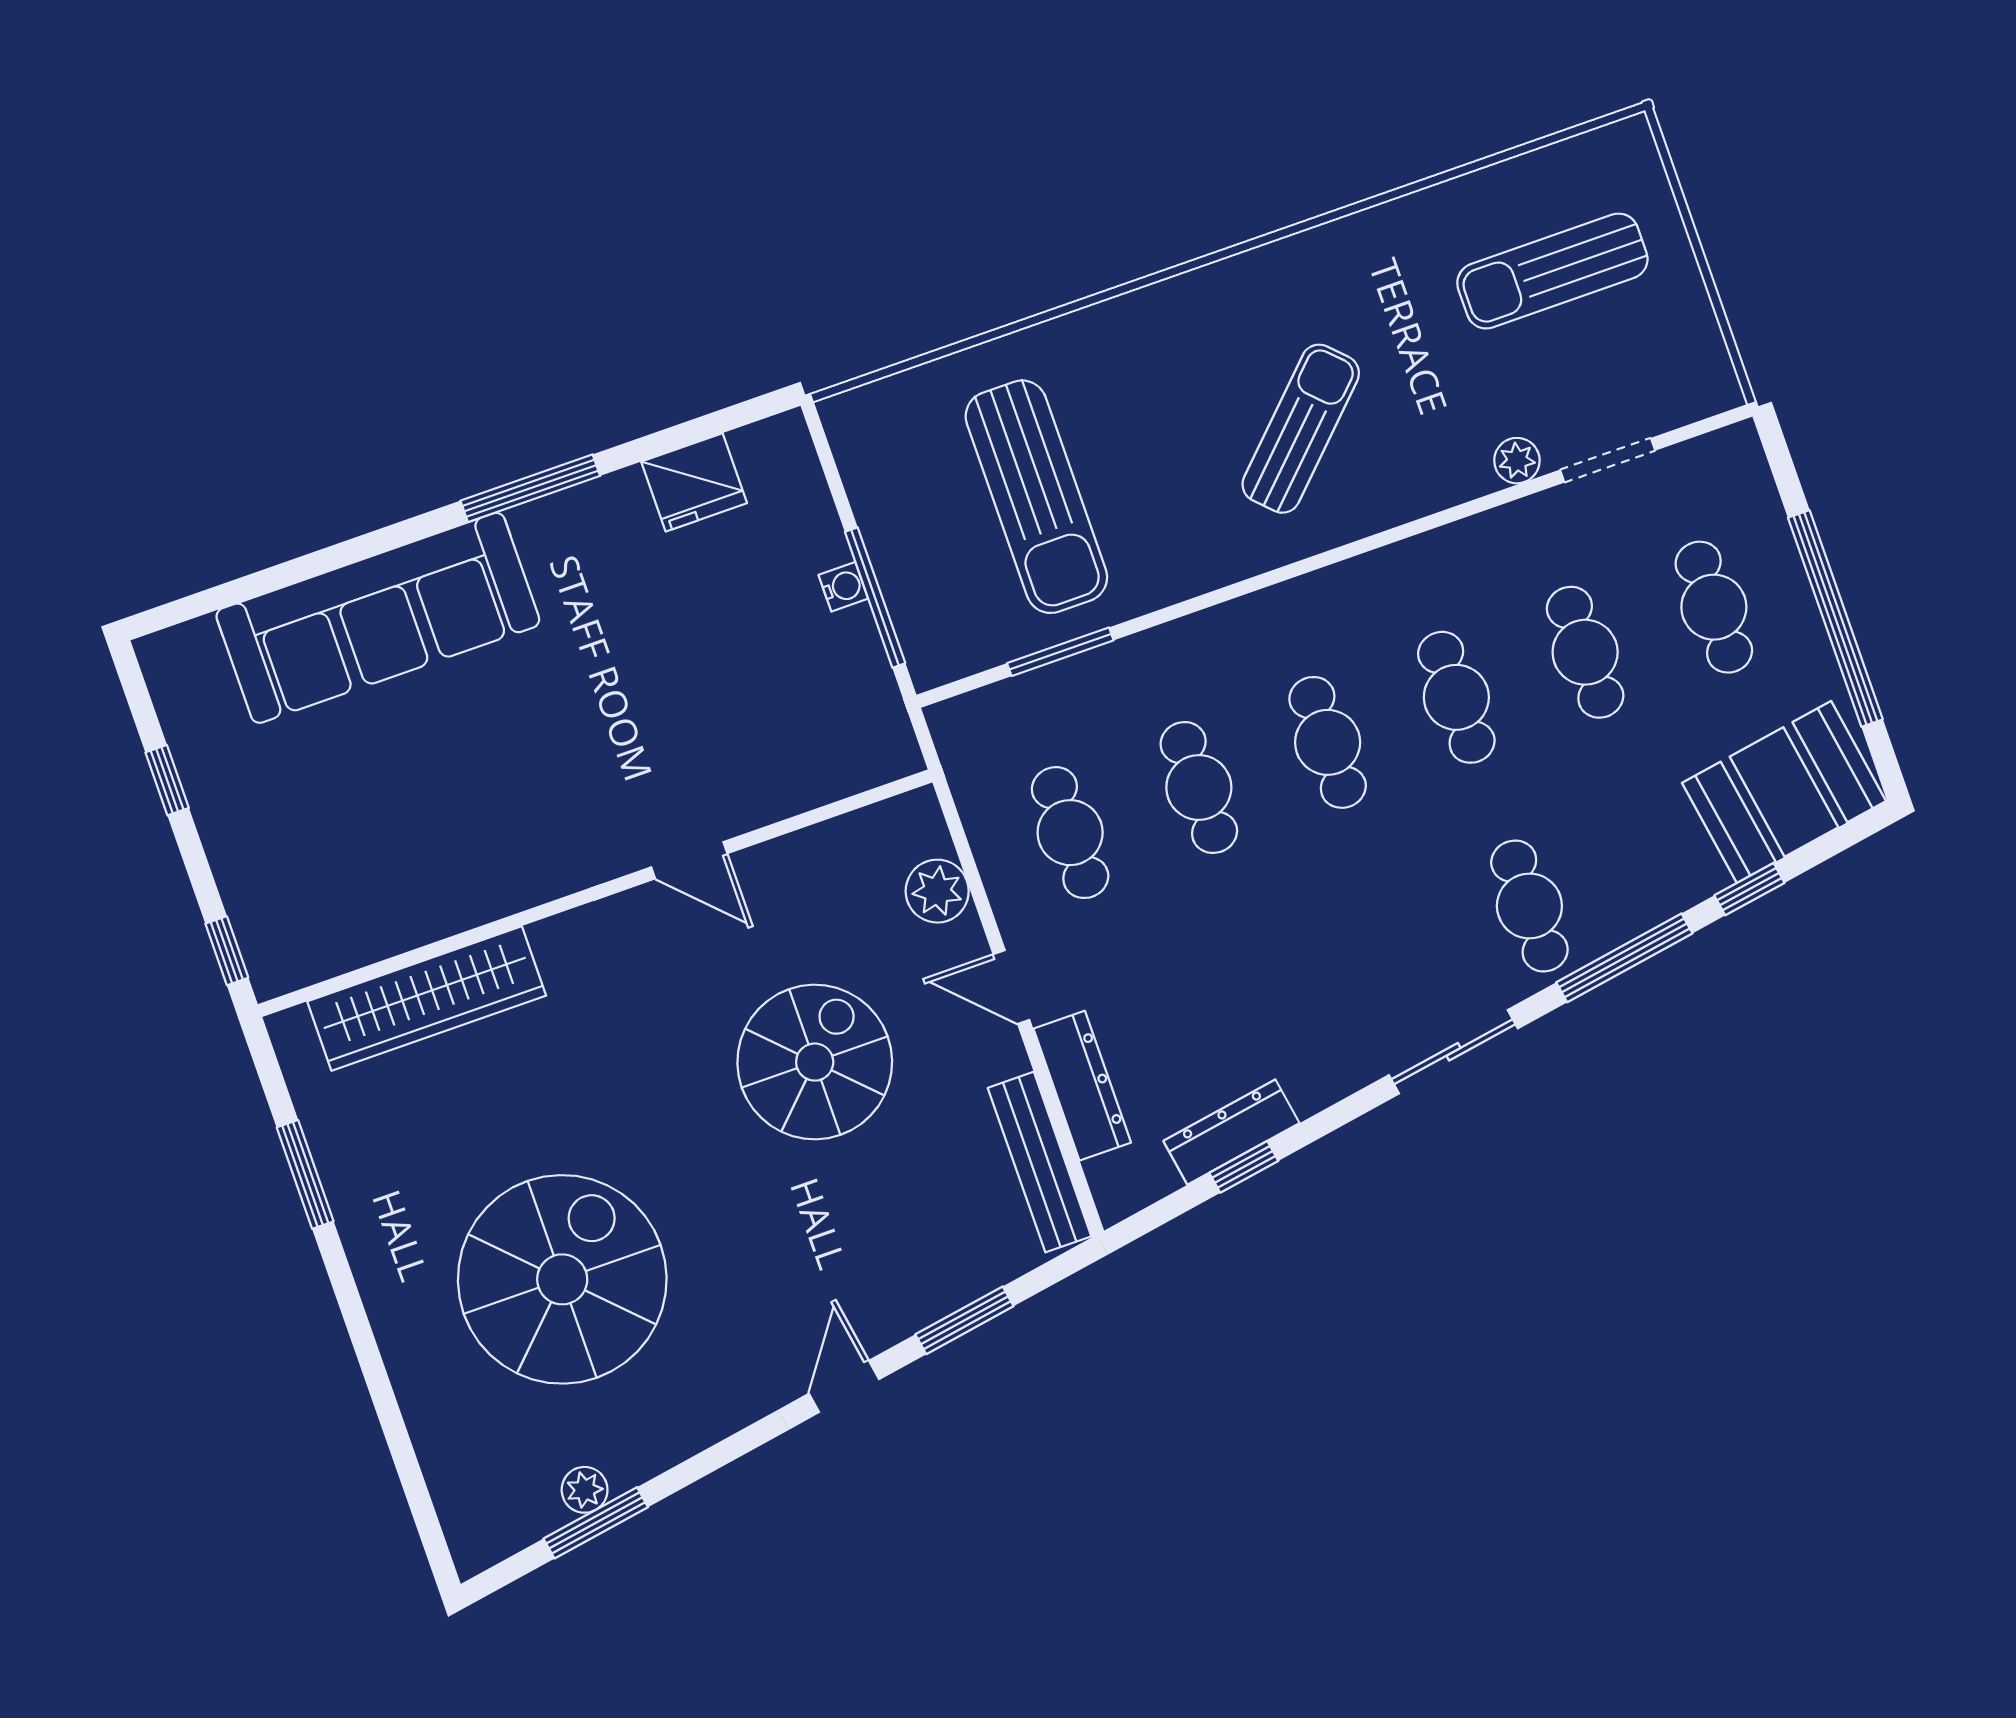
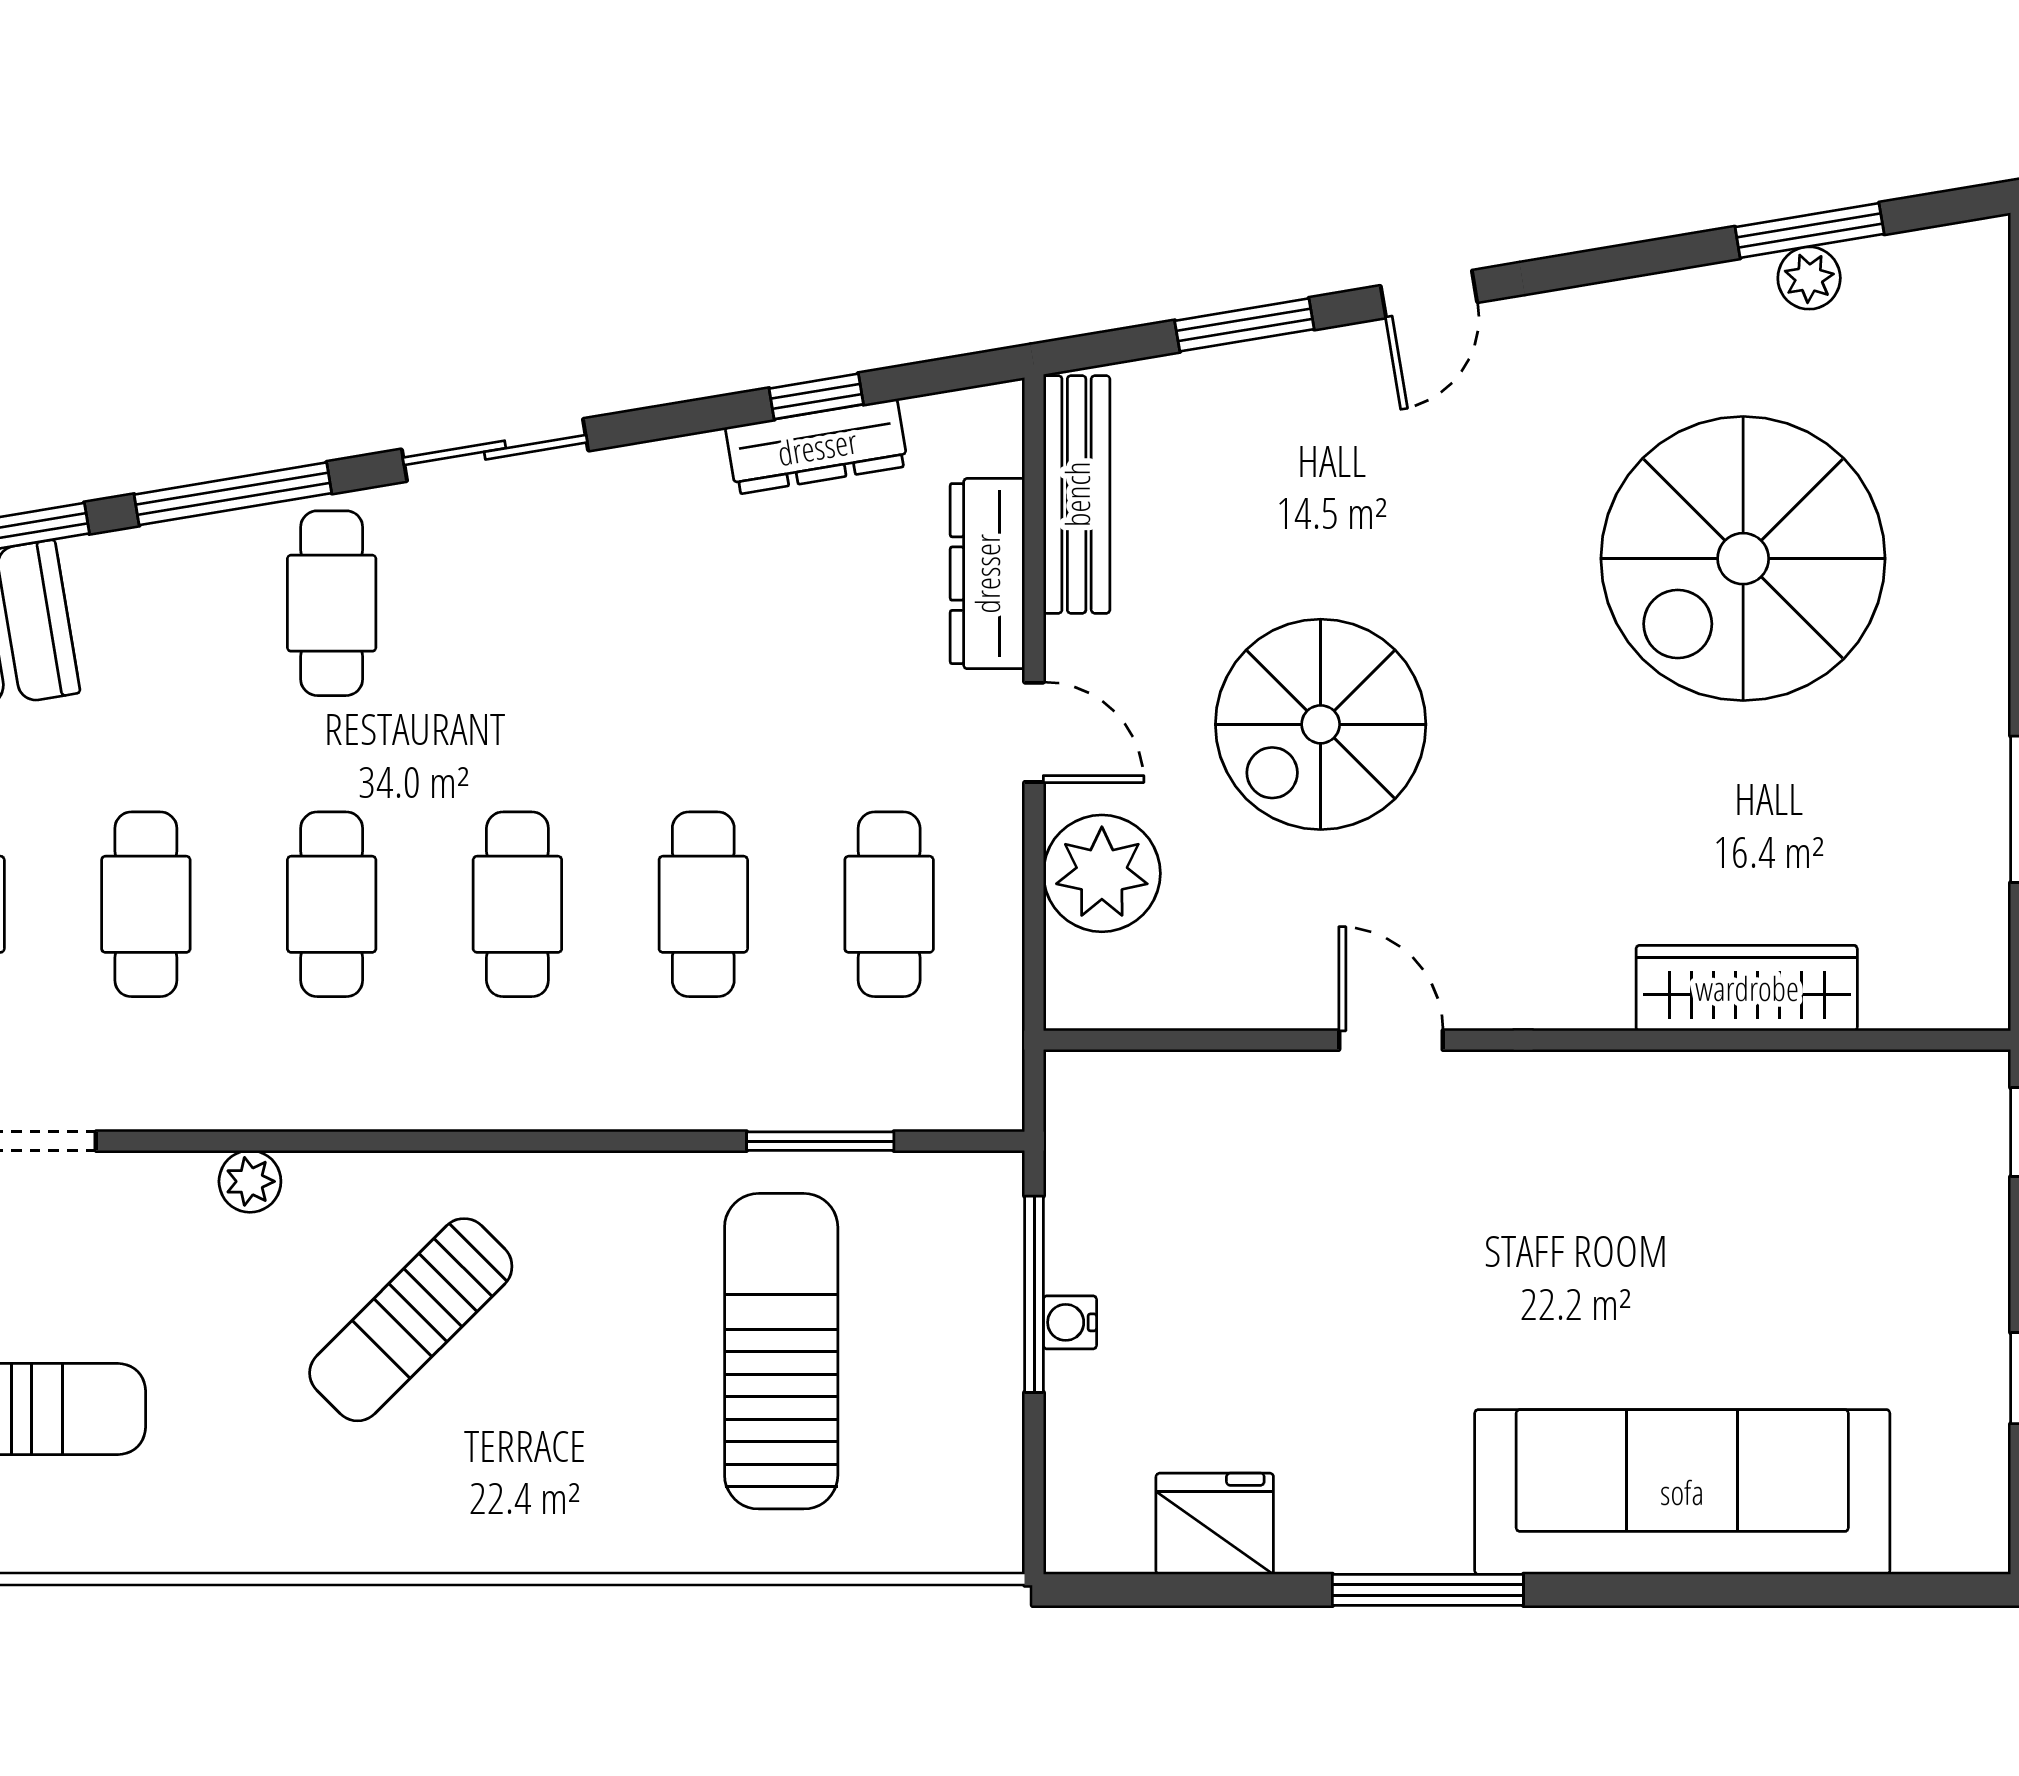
plant: (1517, 461) -> (250, 1181), moved
plant: (937, 891) -> (1102, 873), width x1.36, depth x1.36
wardrobe: (427, 998) -> (1747, 988), width x0.71, depth x0.85

